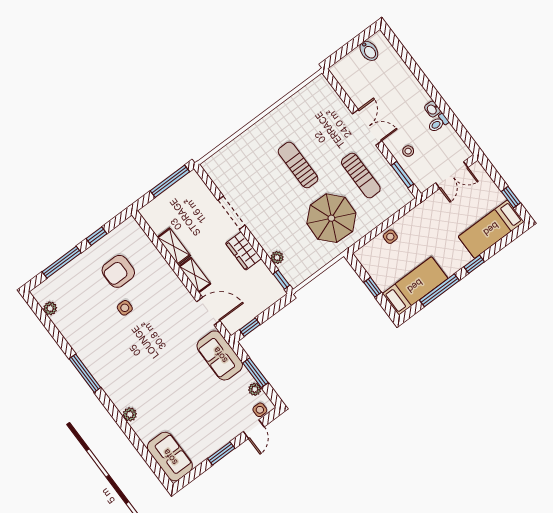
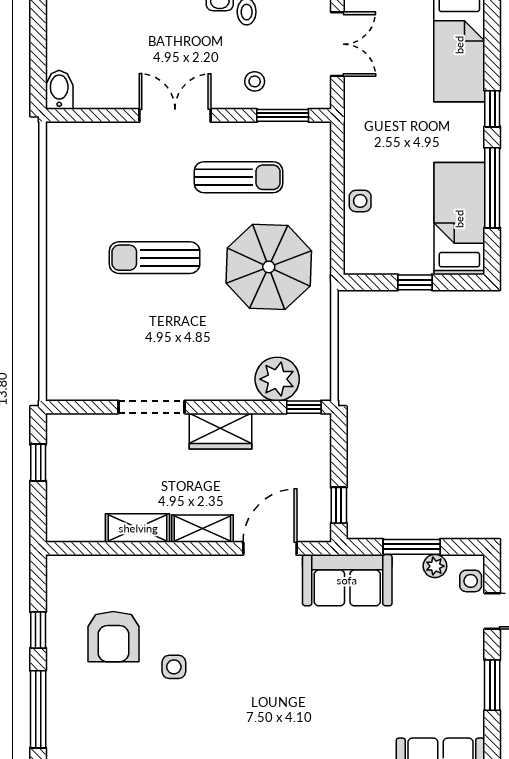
bidet: (369, 51) -> (59, 90), moved, turned -90
window: (170, 181) -> (38, 463), width x0.46
plant: (277, 258) -> (277, 379), width x1.87, depth x1.87

